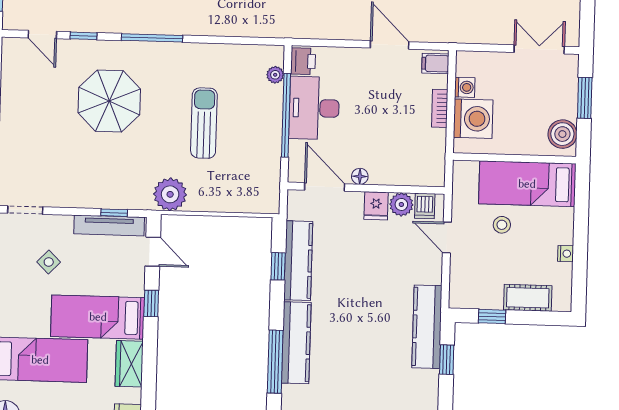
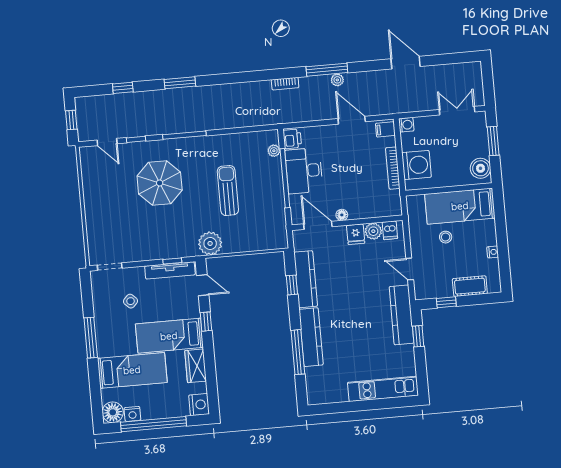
washing machine: (465, 87) -> (406, 125), moved
bookcase: (440, 108) -> (393, 168), width x1.56
door: (447, 238) -> (410, 269), moved

